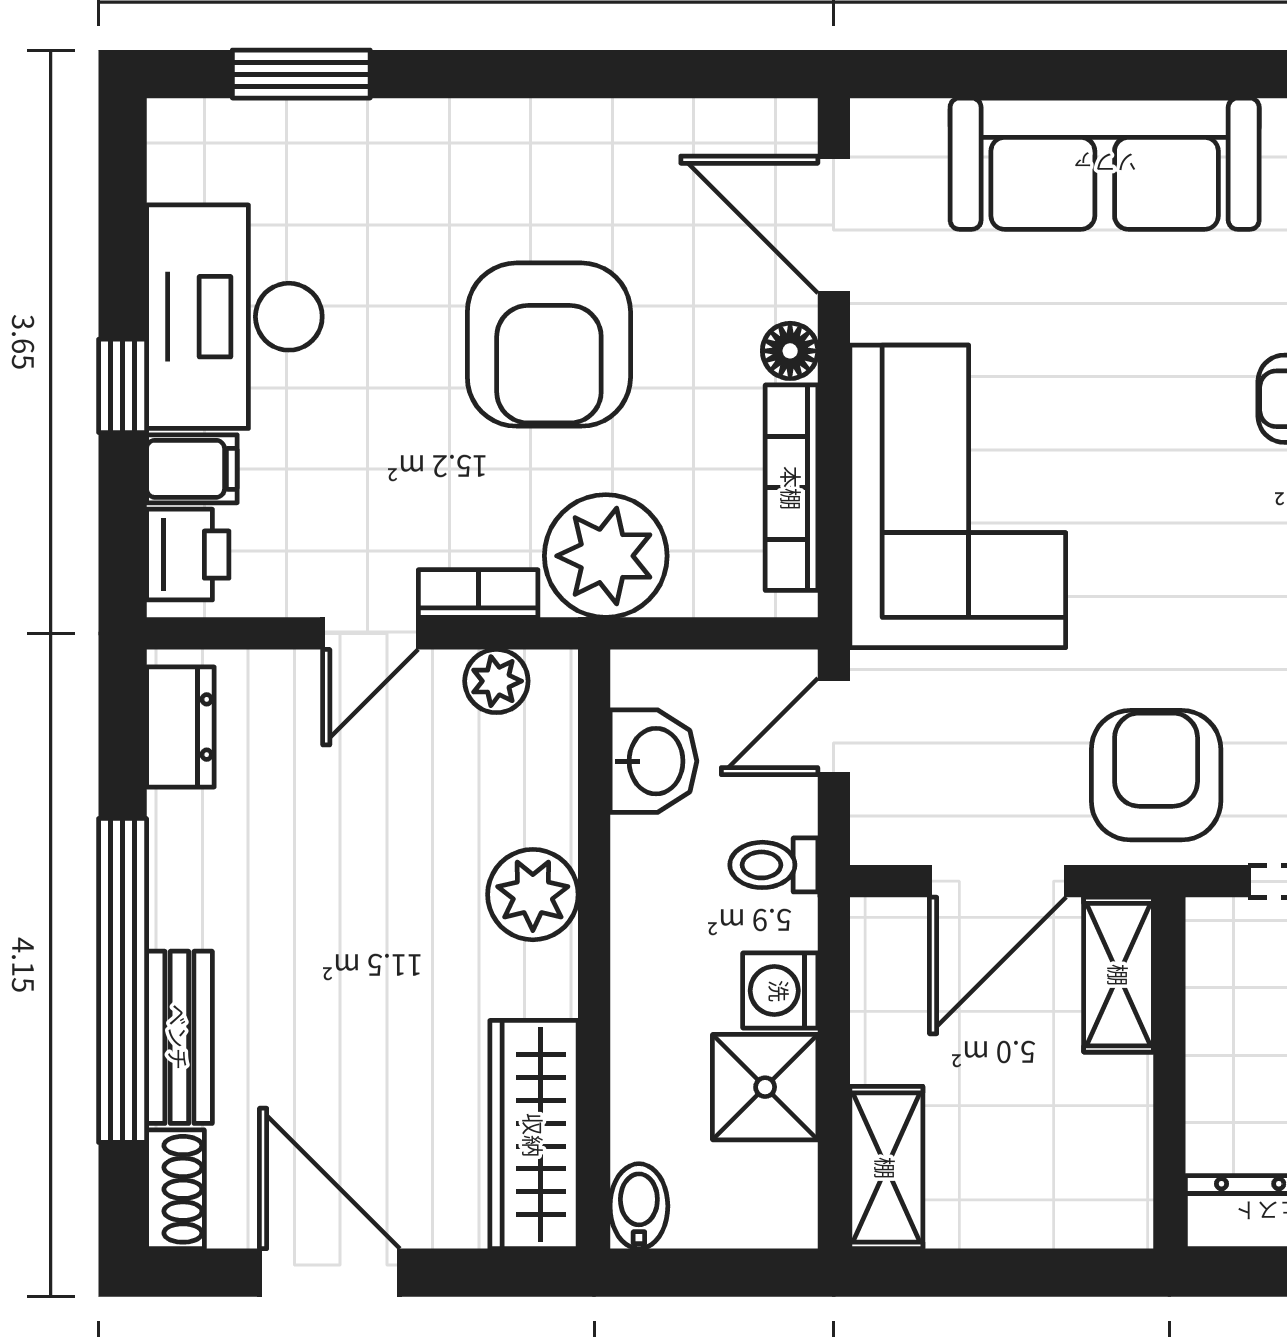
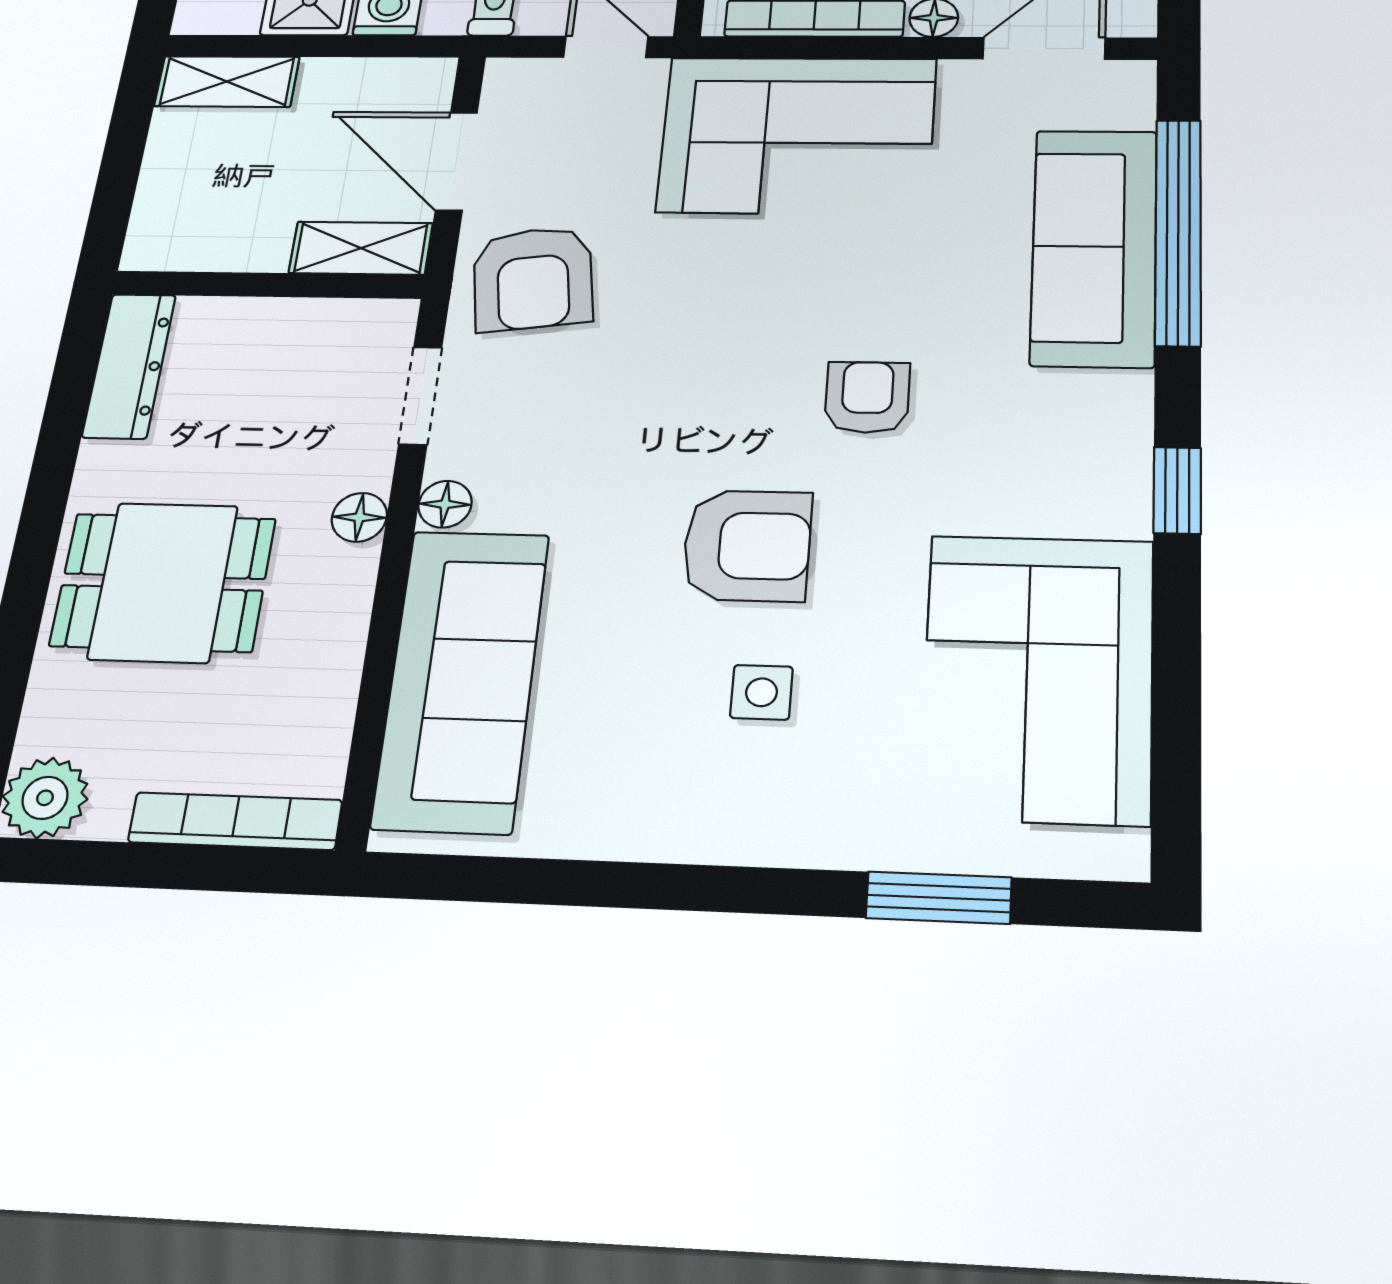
window: (1083, 74) -> (1178, 231), added
armchair: (1156, 775) -> (533, 278), turned 82

